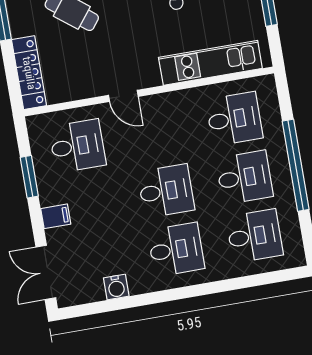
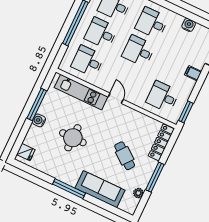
door: (123, 96) -> (116, 98), moved
window: (29, 177) -> (186, 112), moved

